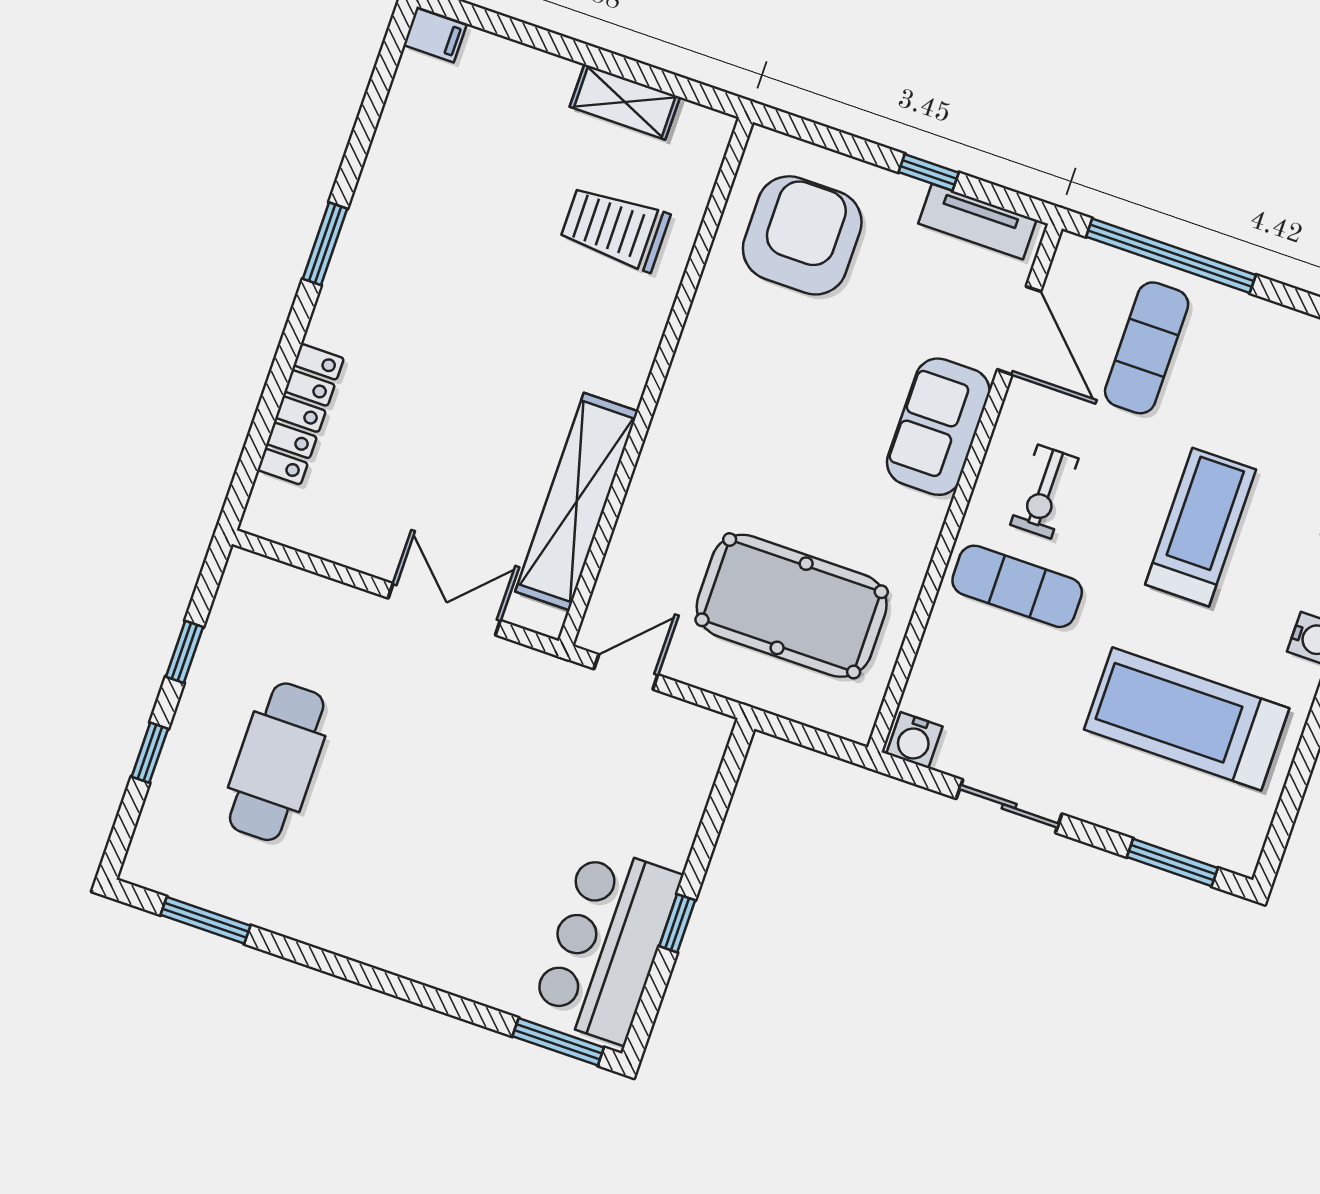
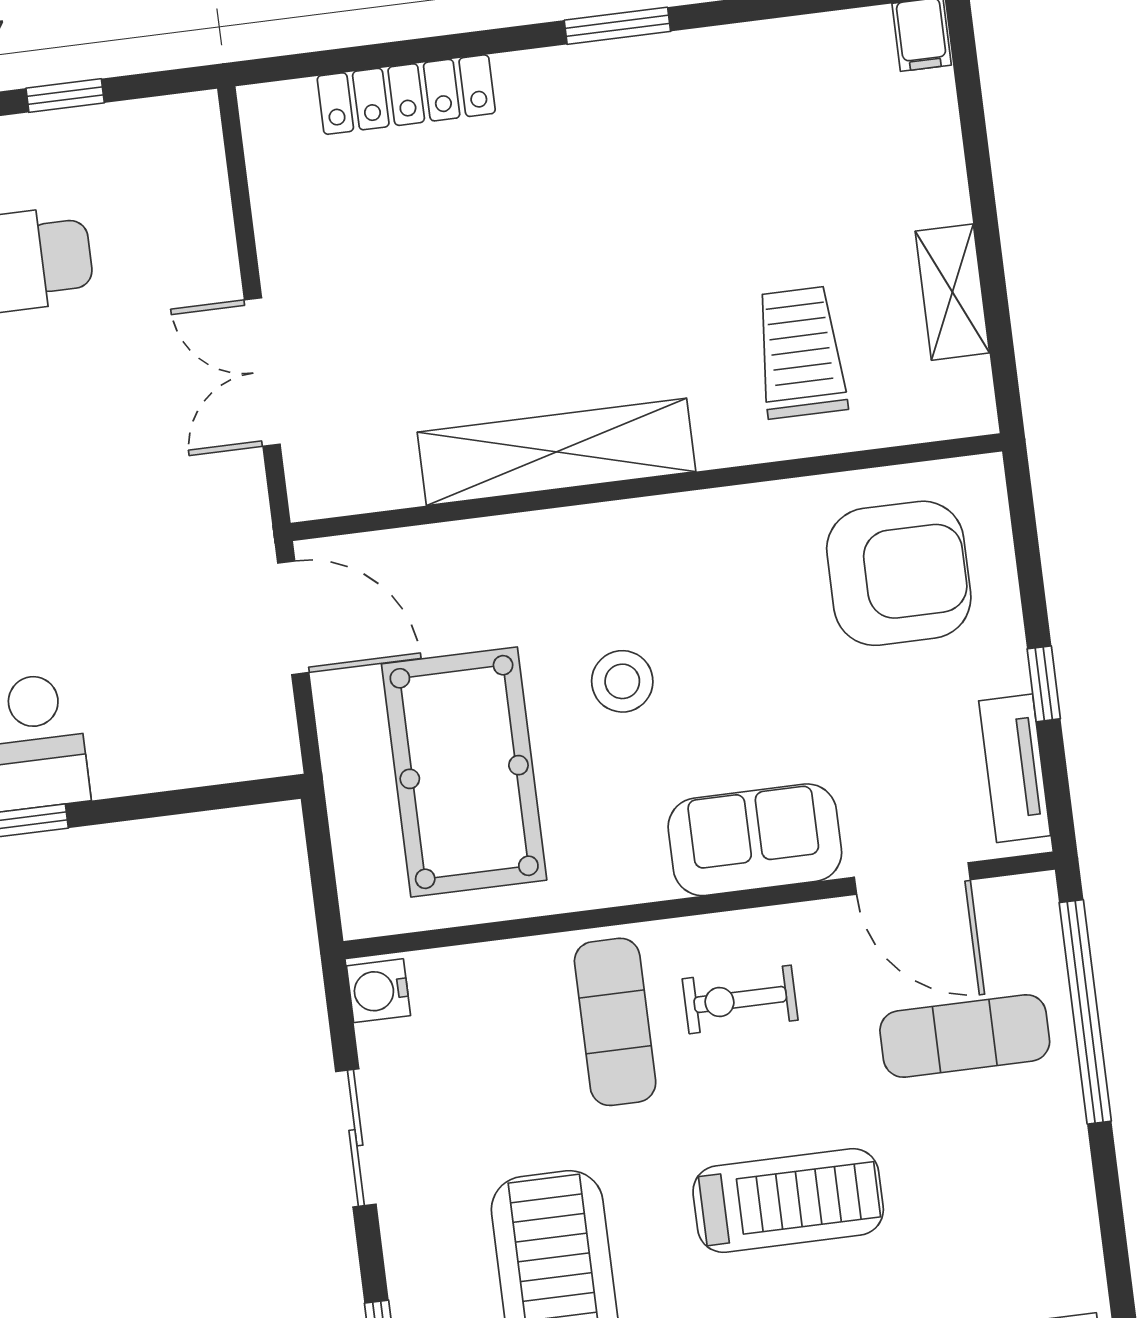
door: (1019, 330) -> (912, 878), hinge flipped
stool: (783, 465) -> (622, 681), added
shelving: (577, 501) -> (556, 452), moved
double door: (444, 609) -> (262, 372), swing flipped
door: (626, 672) -> (293, 618), width x1.38

